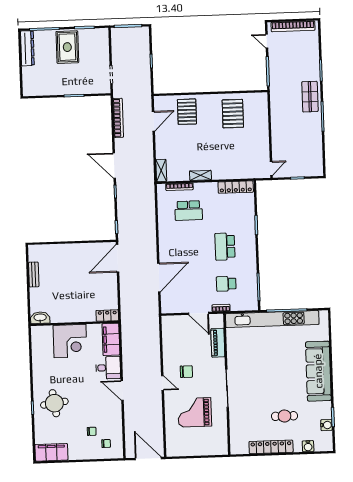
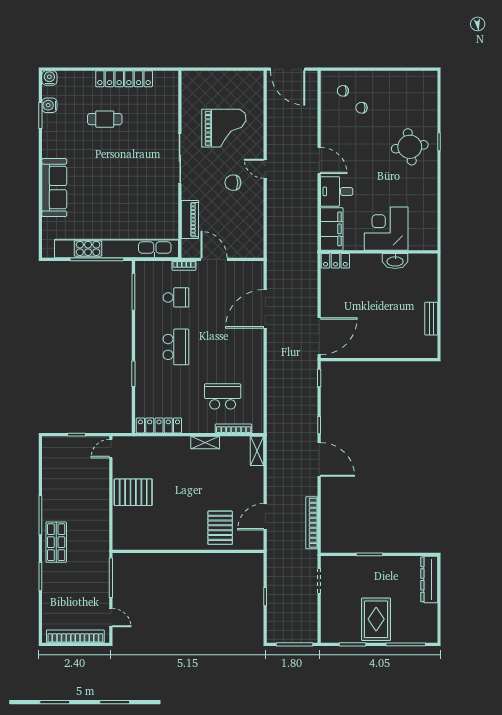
dresser: (27, 48) -> (429, 579), moved
pallet: (233, 114) -> (133, 492), moved, turned 90
washbasin: (40, 318) -> (395, 261), moved
sofa: (318, 371) -> (54, 188), width x0.74, depth x0.79
water cooler: (308, 446) -> (49, 78), moved
filing cabinet: (51, 452) -> (416, 82), removed

